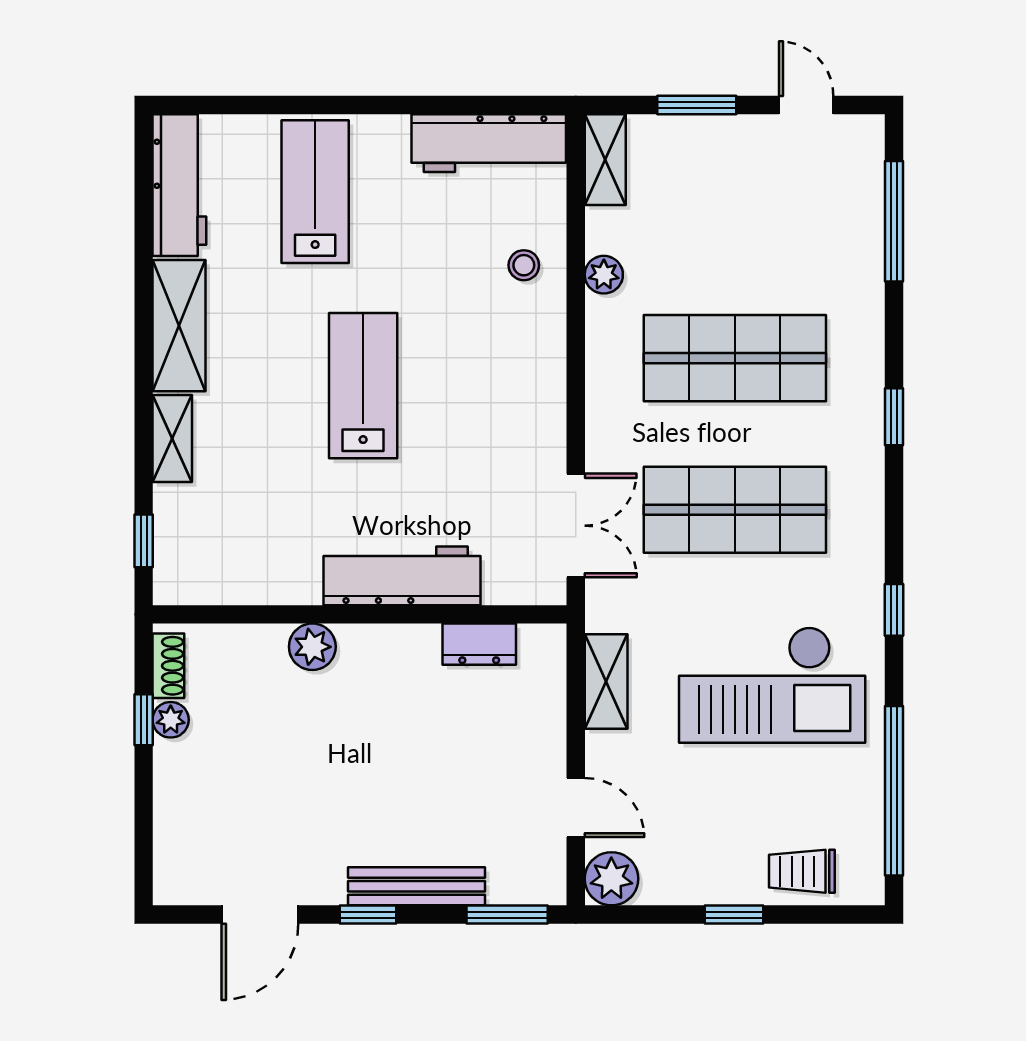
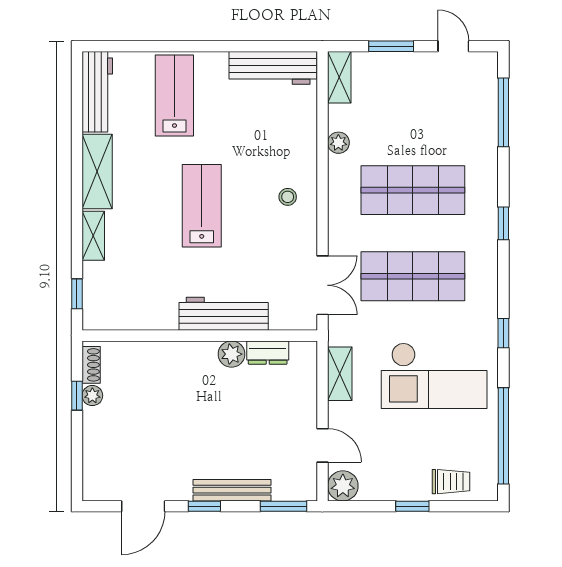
stool: (524, 265) -> (288, 197), moved
plant: (312, 647) -> (232, 354), moved
trolley: (802, 871) -> (451, 482), turned 180

